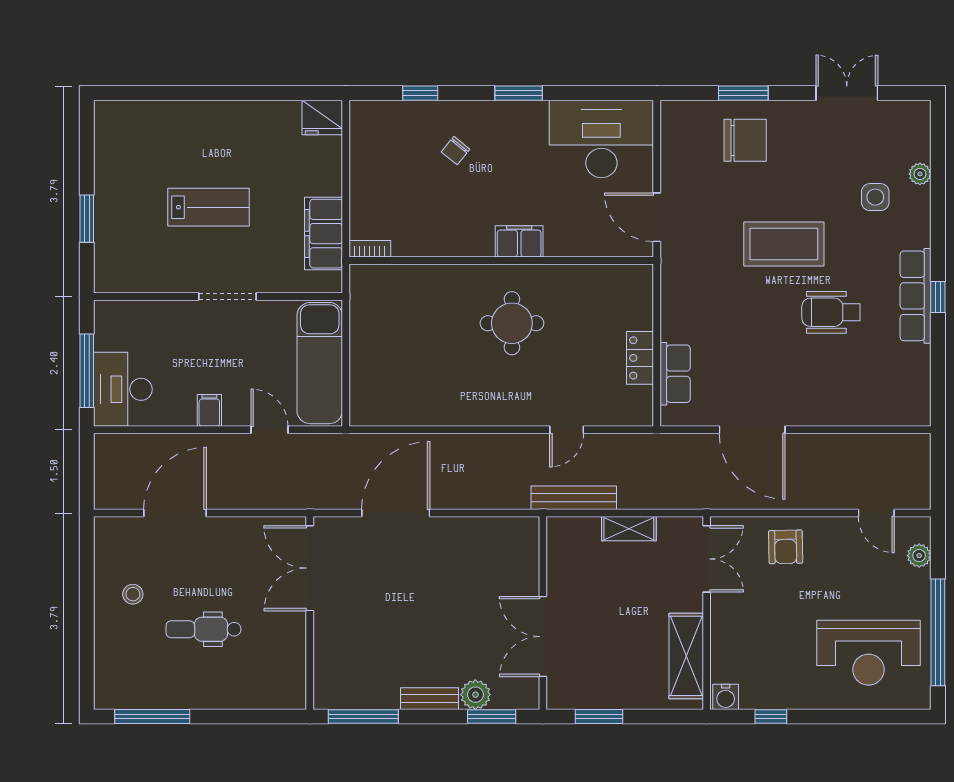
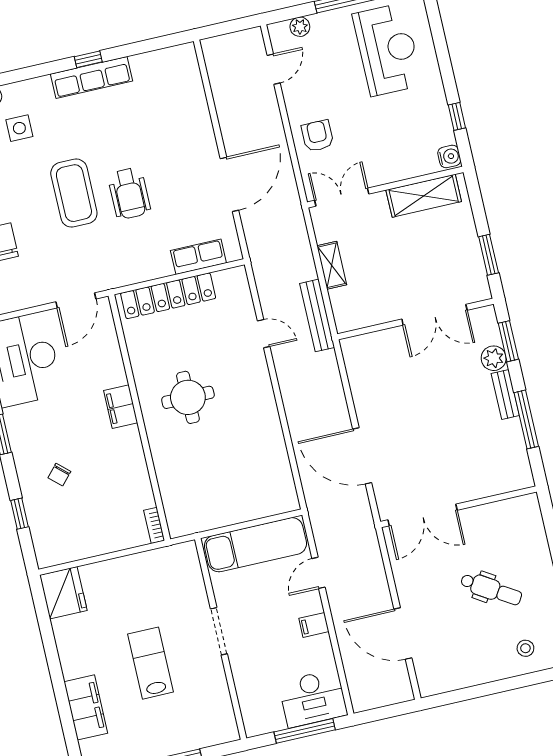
fridge: (322, 117) -> (63, 593), width x1.36, depth x1.34
chair: (456, 151) -> (59, 475), turned 93
filing cabinet: (324, 234) -> (86, 707), moved, turned -90
wheelchair: (831, 312) -> (129, 193), moved
locker: (640, 358) -> (168, 296), width x2.16, depth x1.21
armchair: (786, 547) -> (318, 136), turned -89
stool: (133, 594) -> (525, 648), moved
dental chair: (204, 629) -> (491, 589), turned -58
window: (363, 717) -> (526, 419), moved

